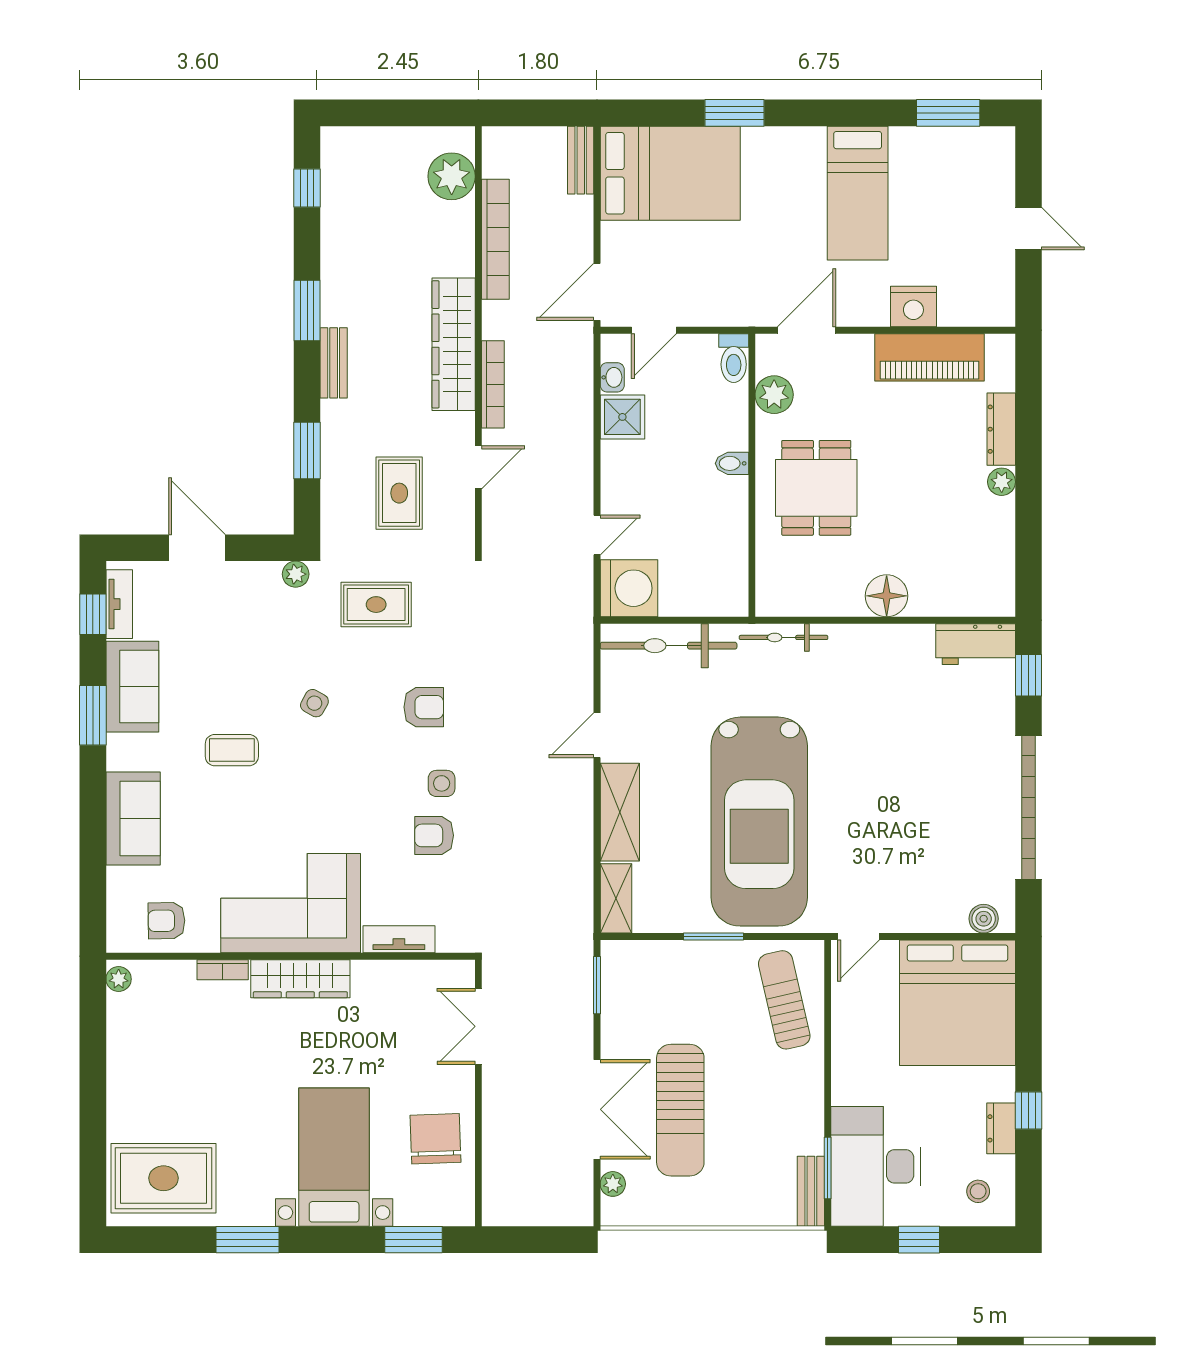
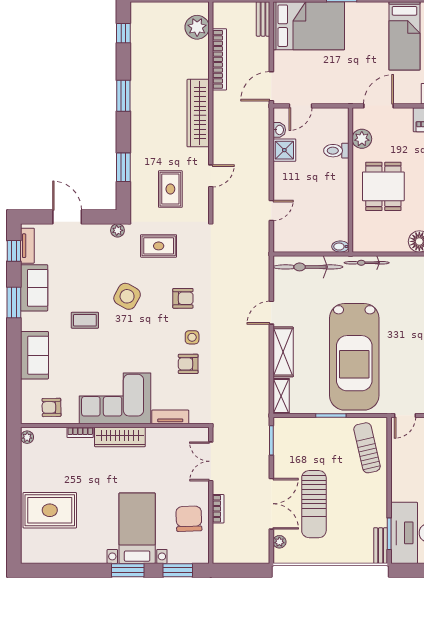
toilet: (734, 358) -> (336, 151), moved, turned 90
bench: (334, 363) -> (137, 123), removed
bookcase: (493, 384) -> (218, 509), moved, width x0.64
bidet: (732, 463) -> (340, 247), moved
washing machine: (629, 588) -> (288, 238), removed
side table: (314, 703) -> (127, 296), width x1.87, depth x1.87
rug: (164, 1178) -> (50, 510), moved
window: (248, 1240) -> (128, 570), moved

